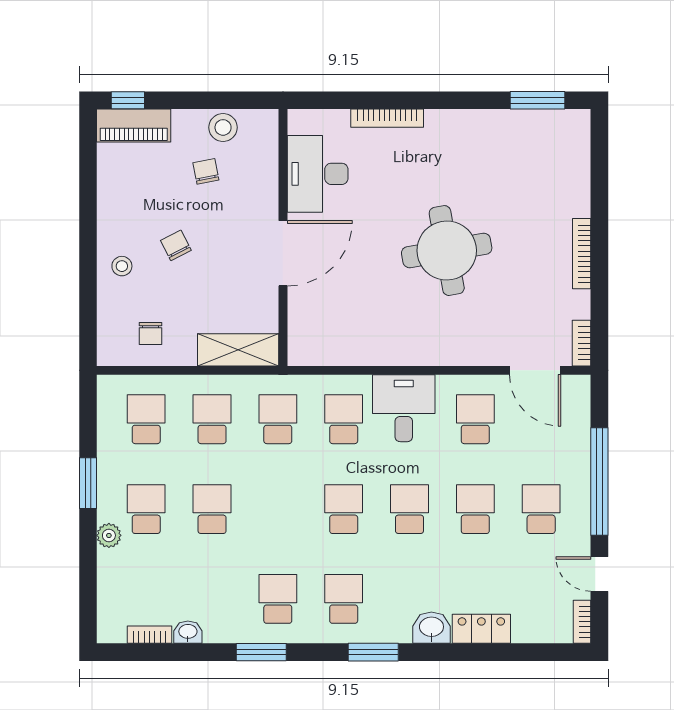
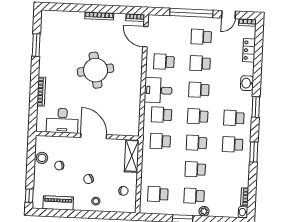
window: (537, 100) -> (36, 45), moved
piano: (134, 125) -> (58, 203), moved, turned -90
door: (535, 370) -> (145, 37), swing flipped
school desk: (212, 419) -> (196, 143), moved
locker: (481, 629) -> (249, 50), moved
washbasin: (188, 632) -> (243, 212), moved

